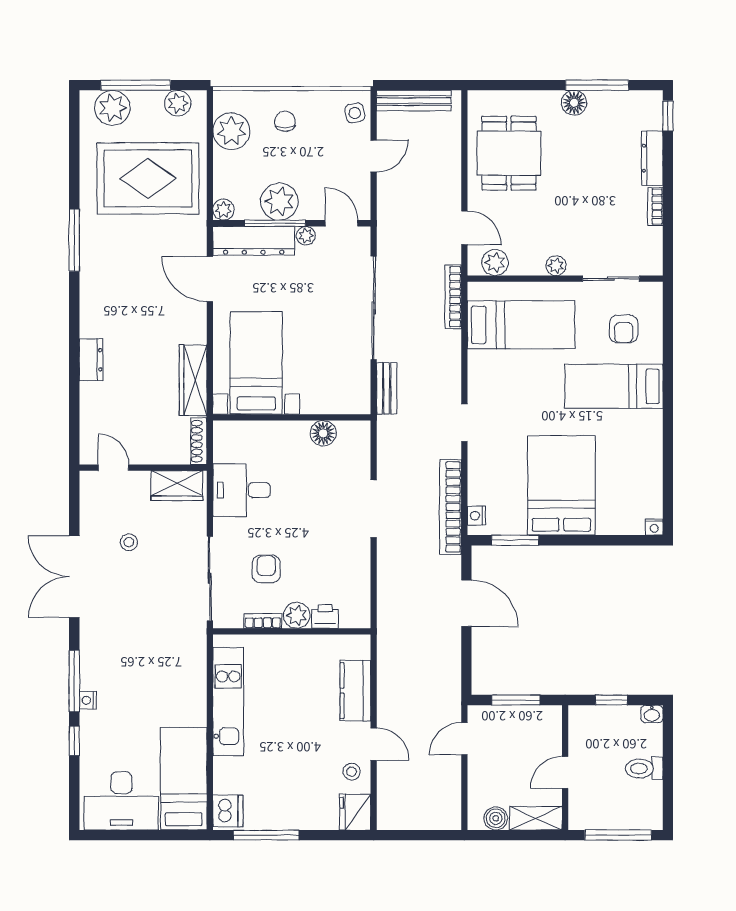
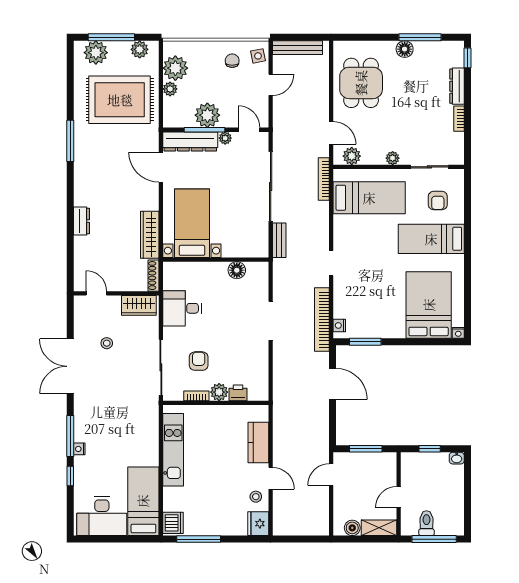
chair: (285, 121) -> (232, 61), moved
plant: (223, 210) -> (170, 89), moved
bed: (561, 485) -> (429, 305), moved
toilet: (644, 768) -> (426, 523), moved, turned 90

